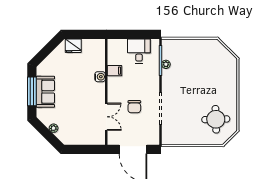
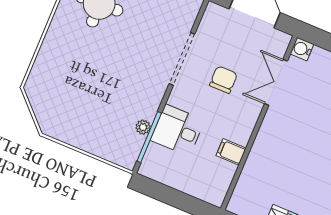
desk: (139, 51) -> (178, 130), moved, turned 90
water cooler: (100, 77) -> (302, 49), moved

